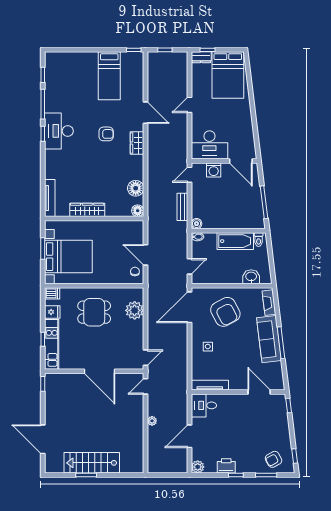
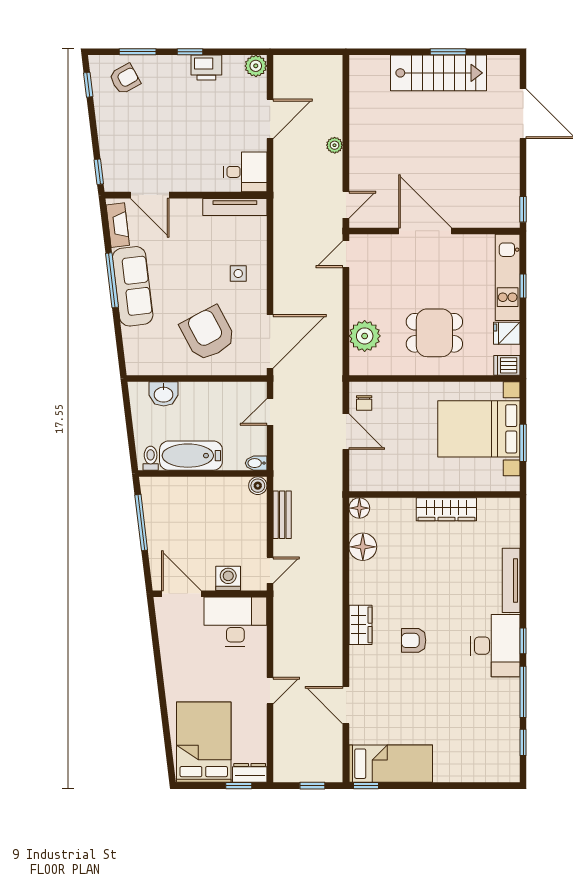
bed: (109, 76) -> (391, 764), moved, turned 90
door: (145, 113) -> (346, 705), moved
tv unit: (50, 198) -> (511, 580), moved
fireplace: (269, 303) -> (118, 225), moved

